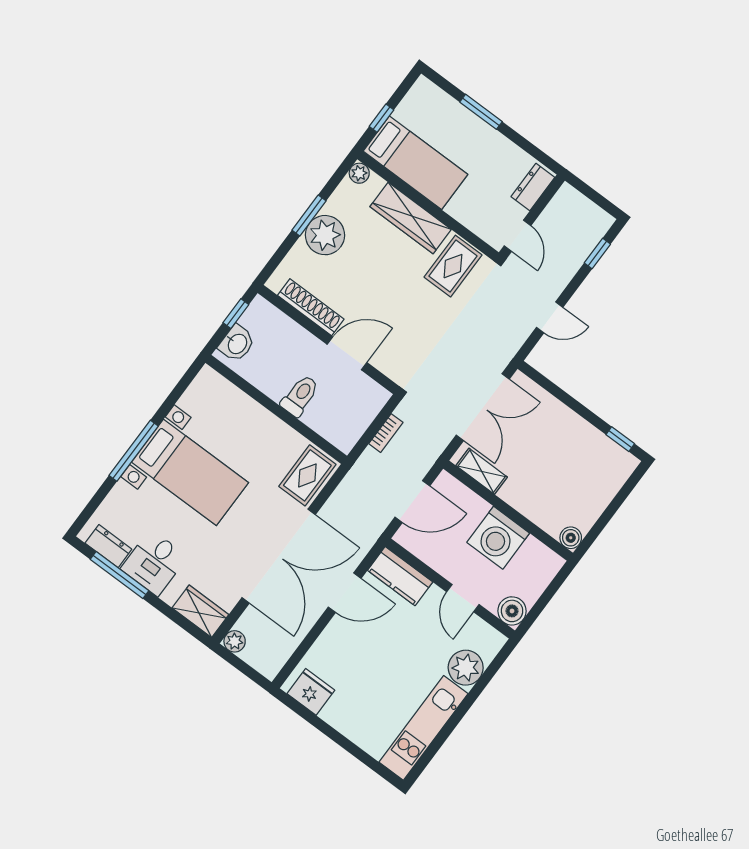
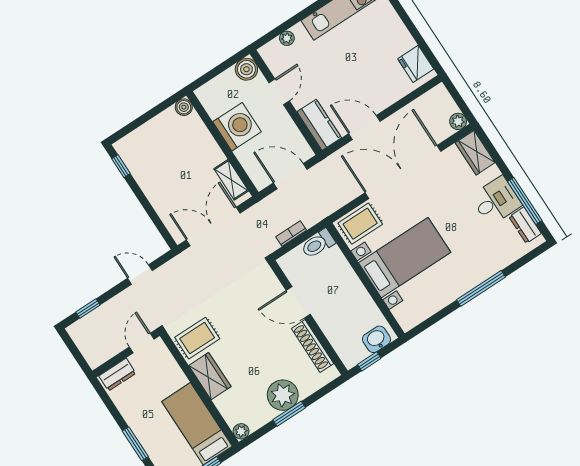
wardrobe: (411, 218) -> (210, 376), width x0.67
toilet: (300, 396) -> (318, 244), moved
bed with nightstands: (190, 472) -> (405, 258), moved, turned 90
plant: (466, 668) -> (287, 38), width x0.53, depth x0.53

